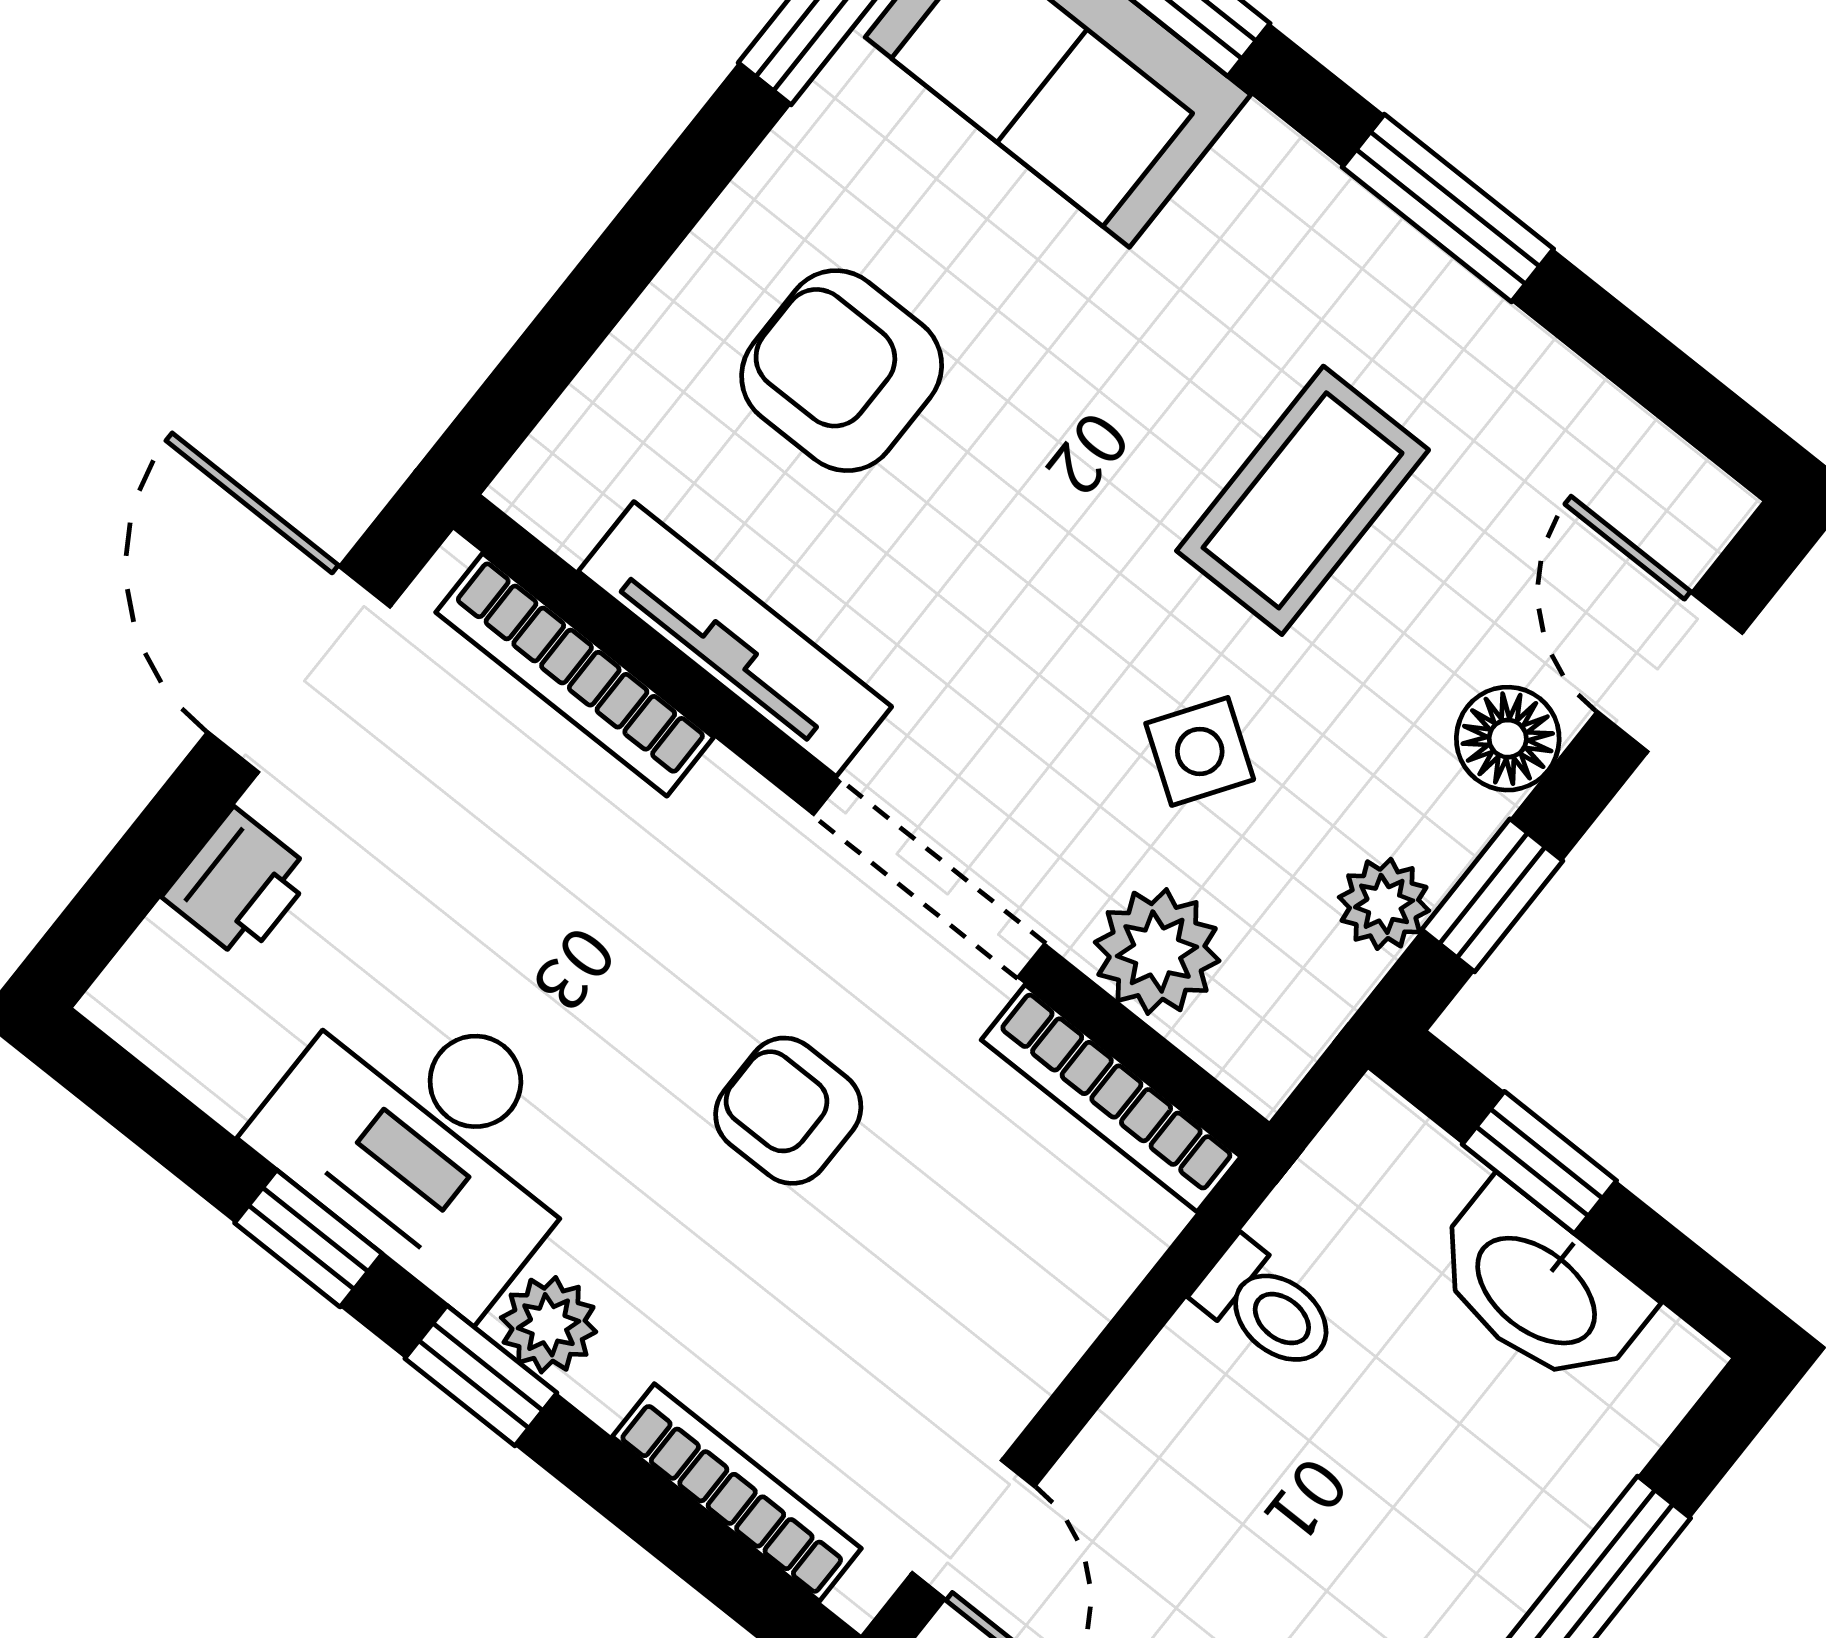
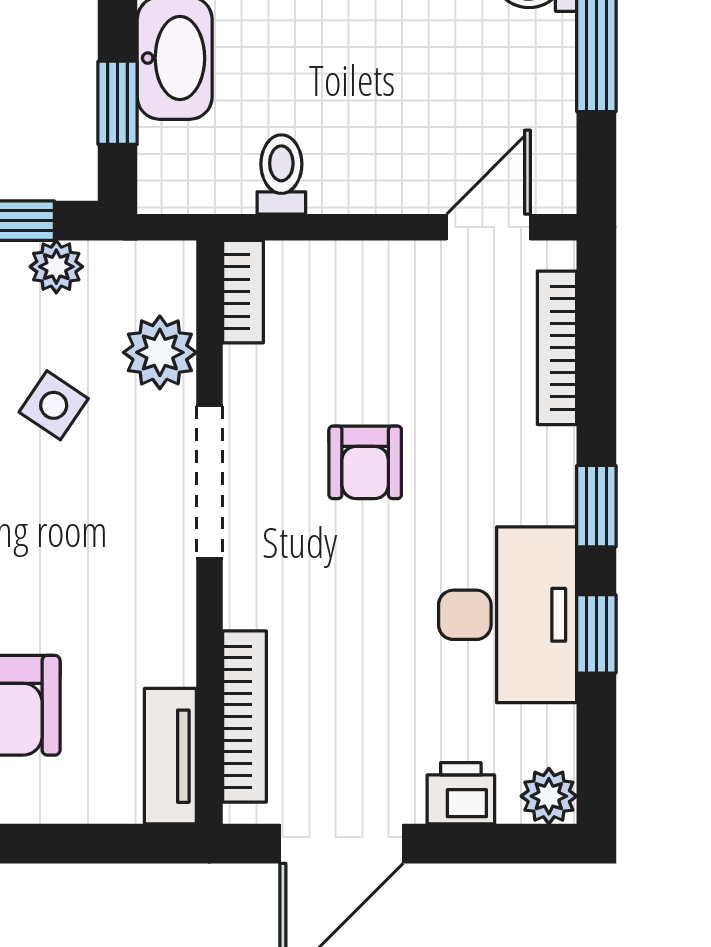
tv unit: (735, 639) -> (170, 756), moved, width x0.71
bookcase: (1111, 1098) -> (243, 292), width x0.64
plant: (549, 1325) -> (549, 796), moved

